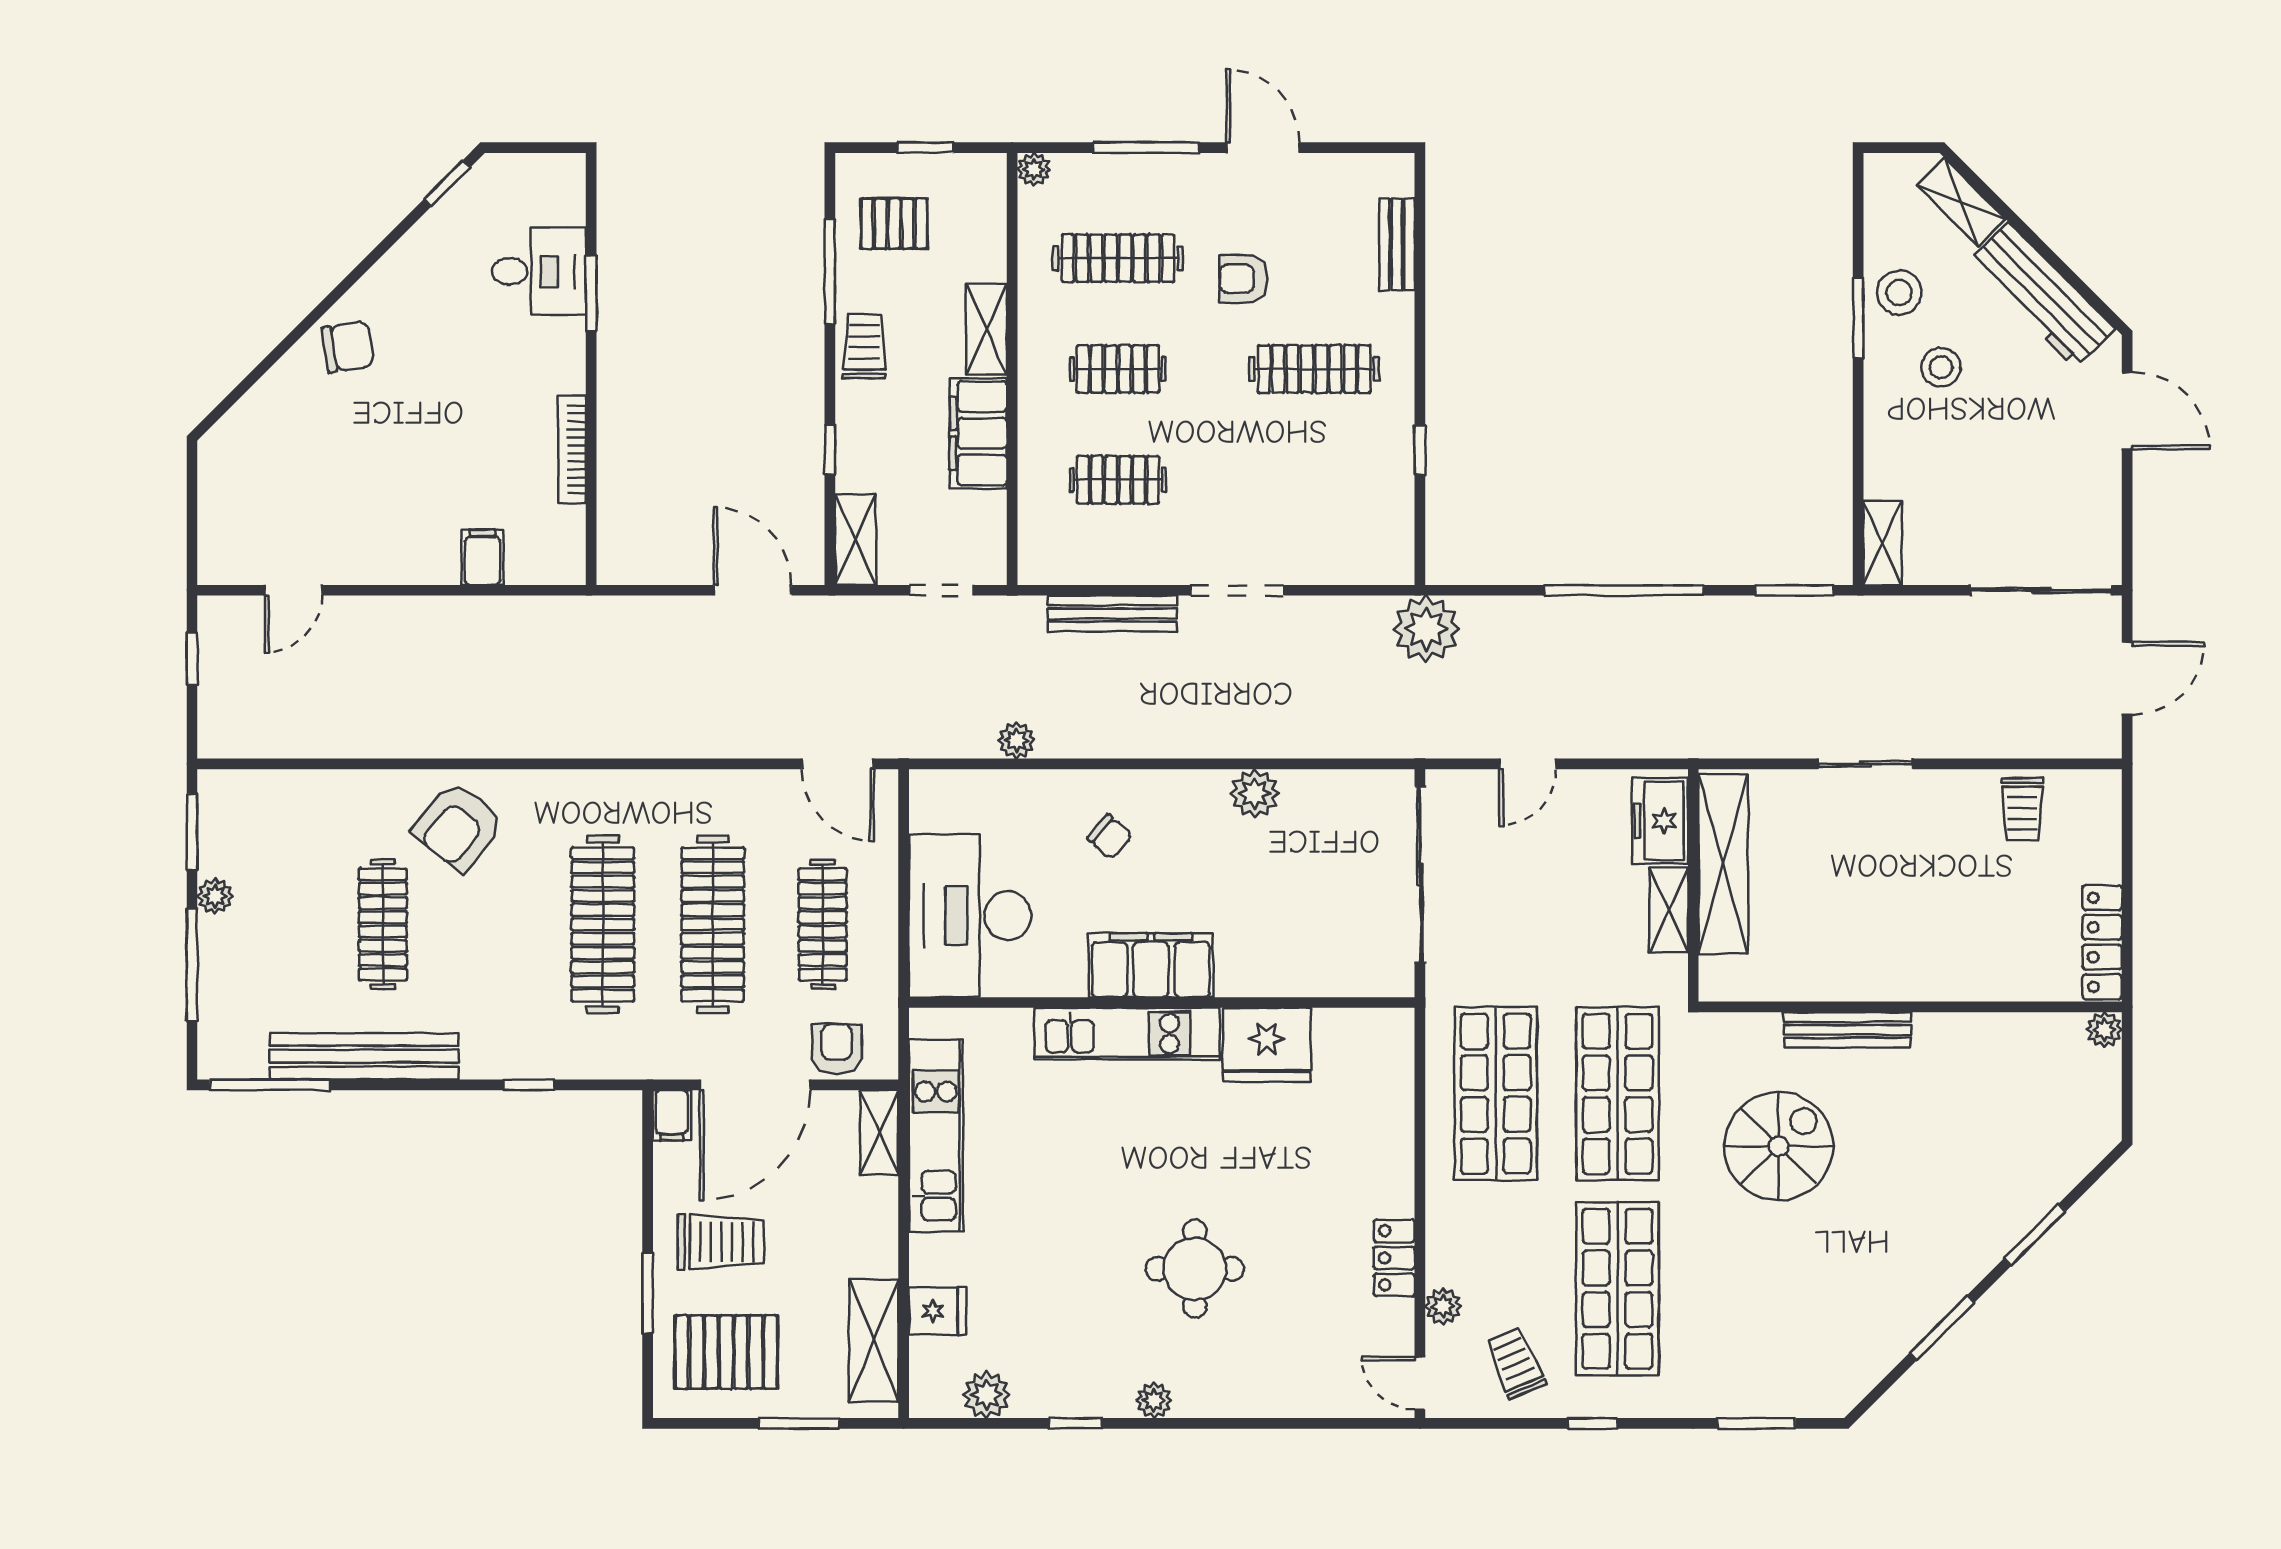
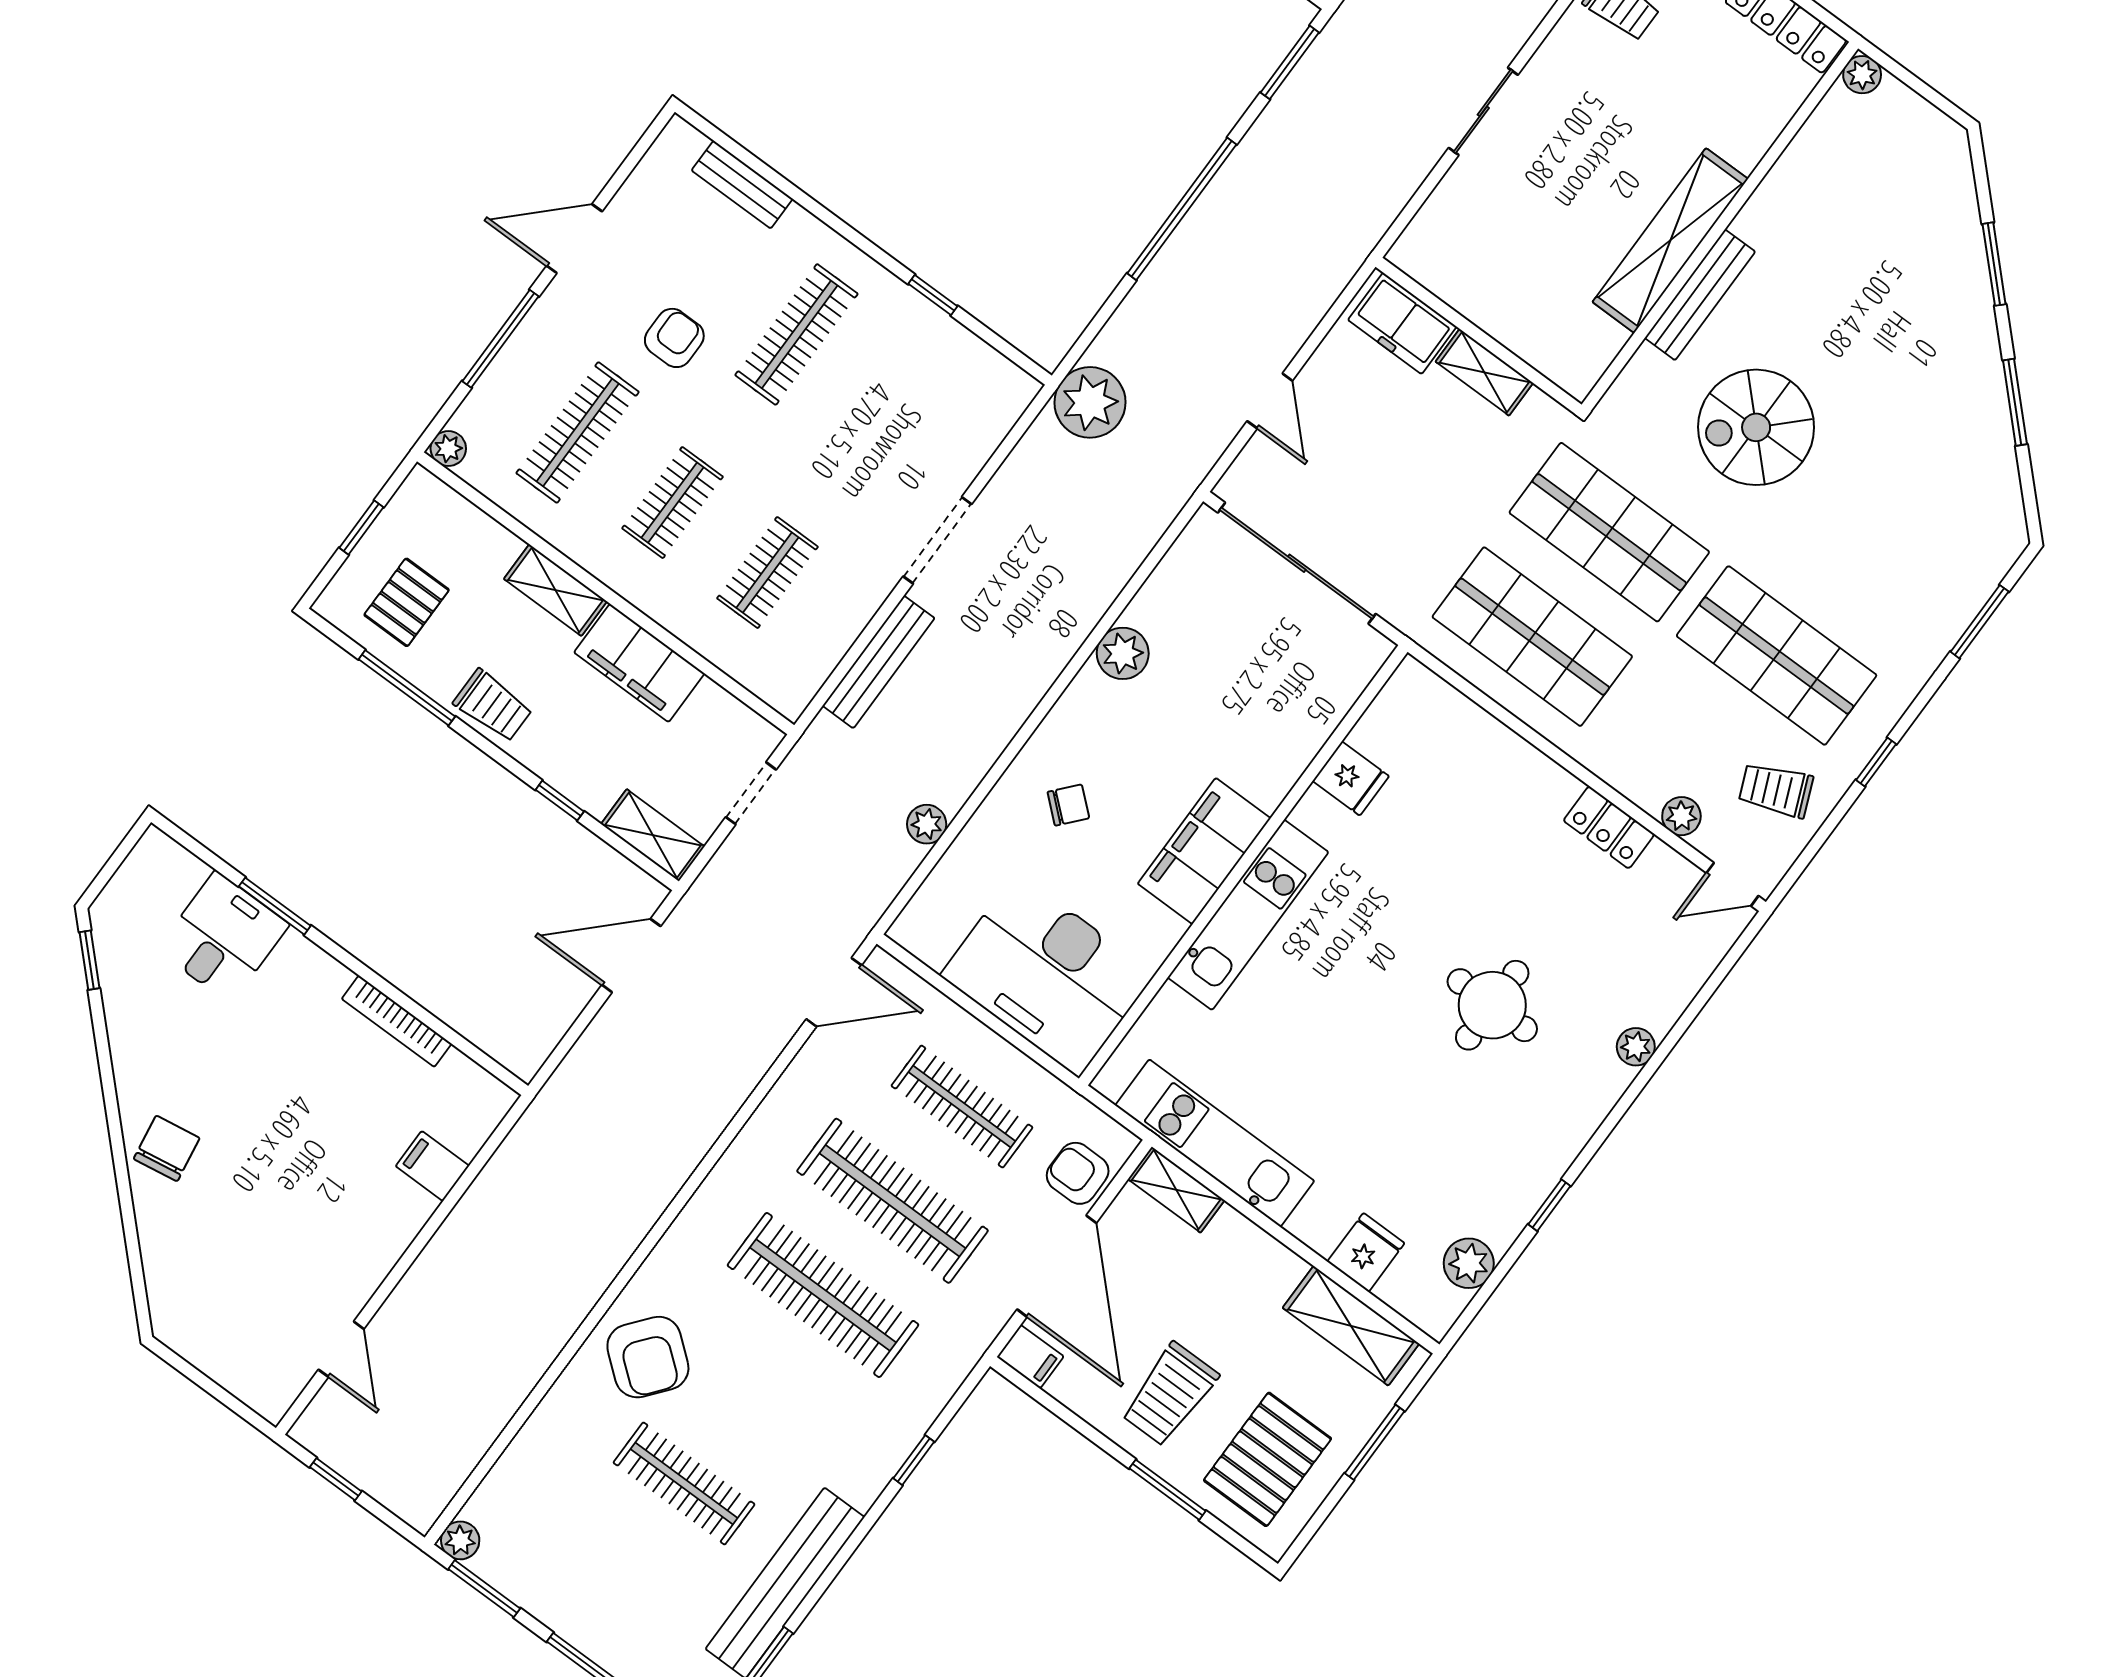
armchair: (1243, 279) -> (674, 338), turned 180
trolley: (864, 346) -> (493, 706), turned 180
shelving: (1723, 864) -> (1670, 240), moved, turned 90
plant: (215, 896) -> (460, 1540), moved
fridge: (1267, 1045) -> (1351, 778), width x0.53, depth x0.75
spiral stairs: (1779, 1146) -> (1756, 427), turned -90
trolley: (721, 1242) -> (1170, 1394), turned 180
plant: (1154, 1400) -> (1636, 1047), moved

